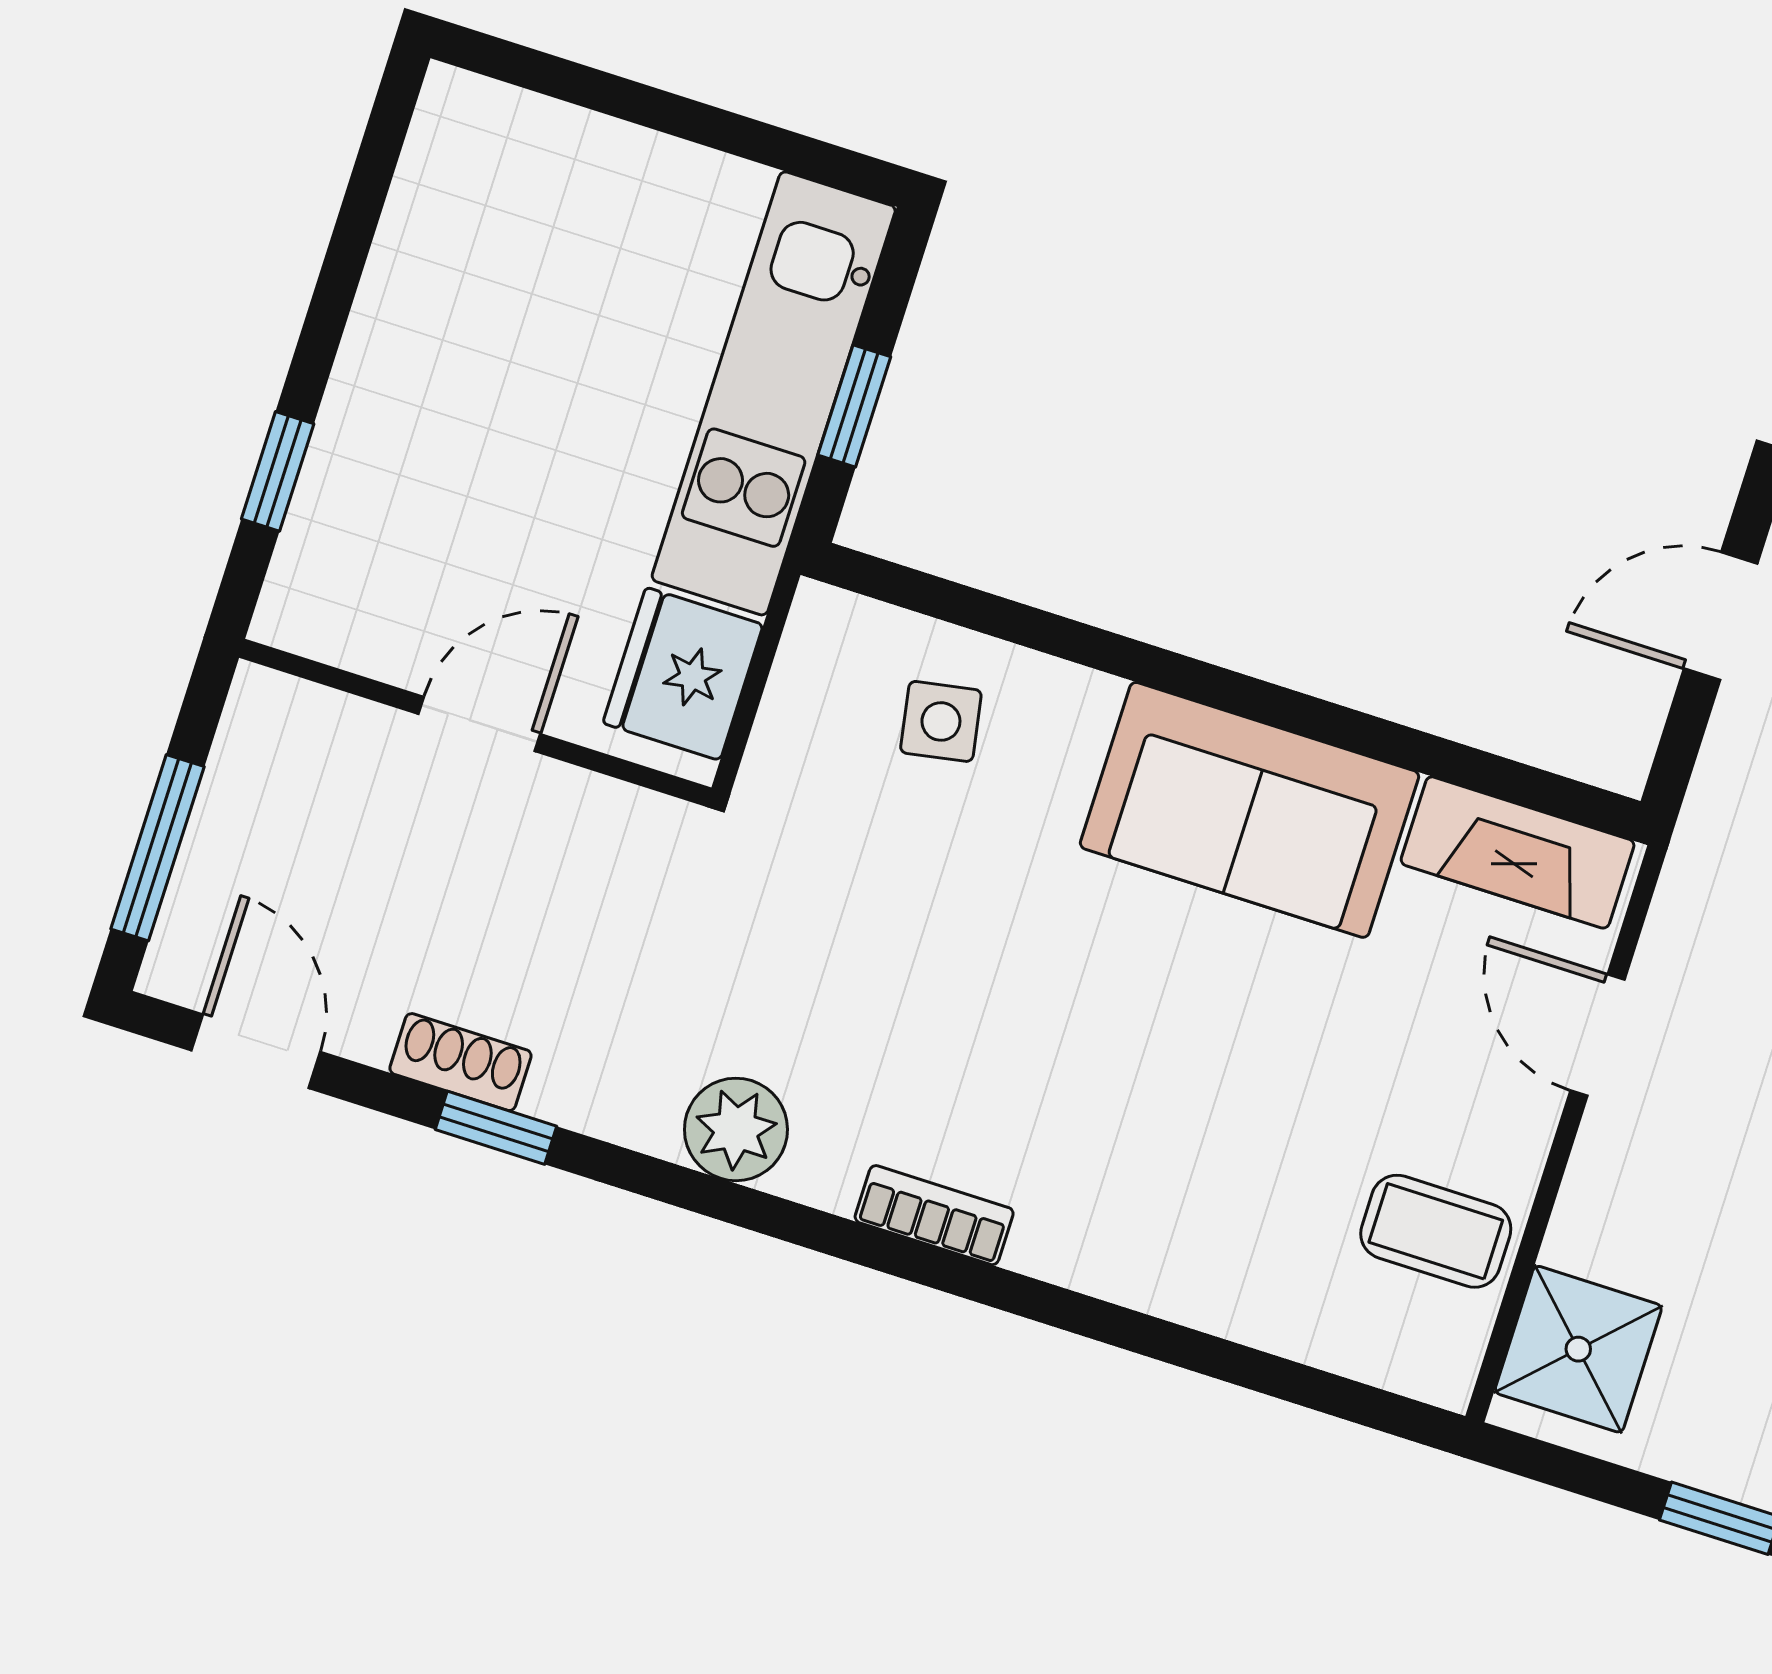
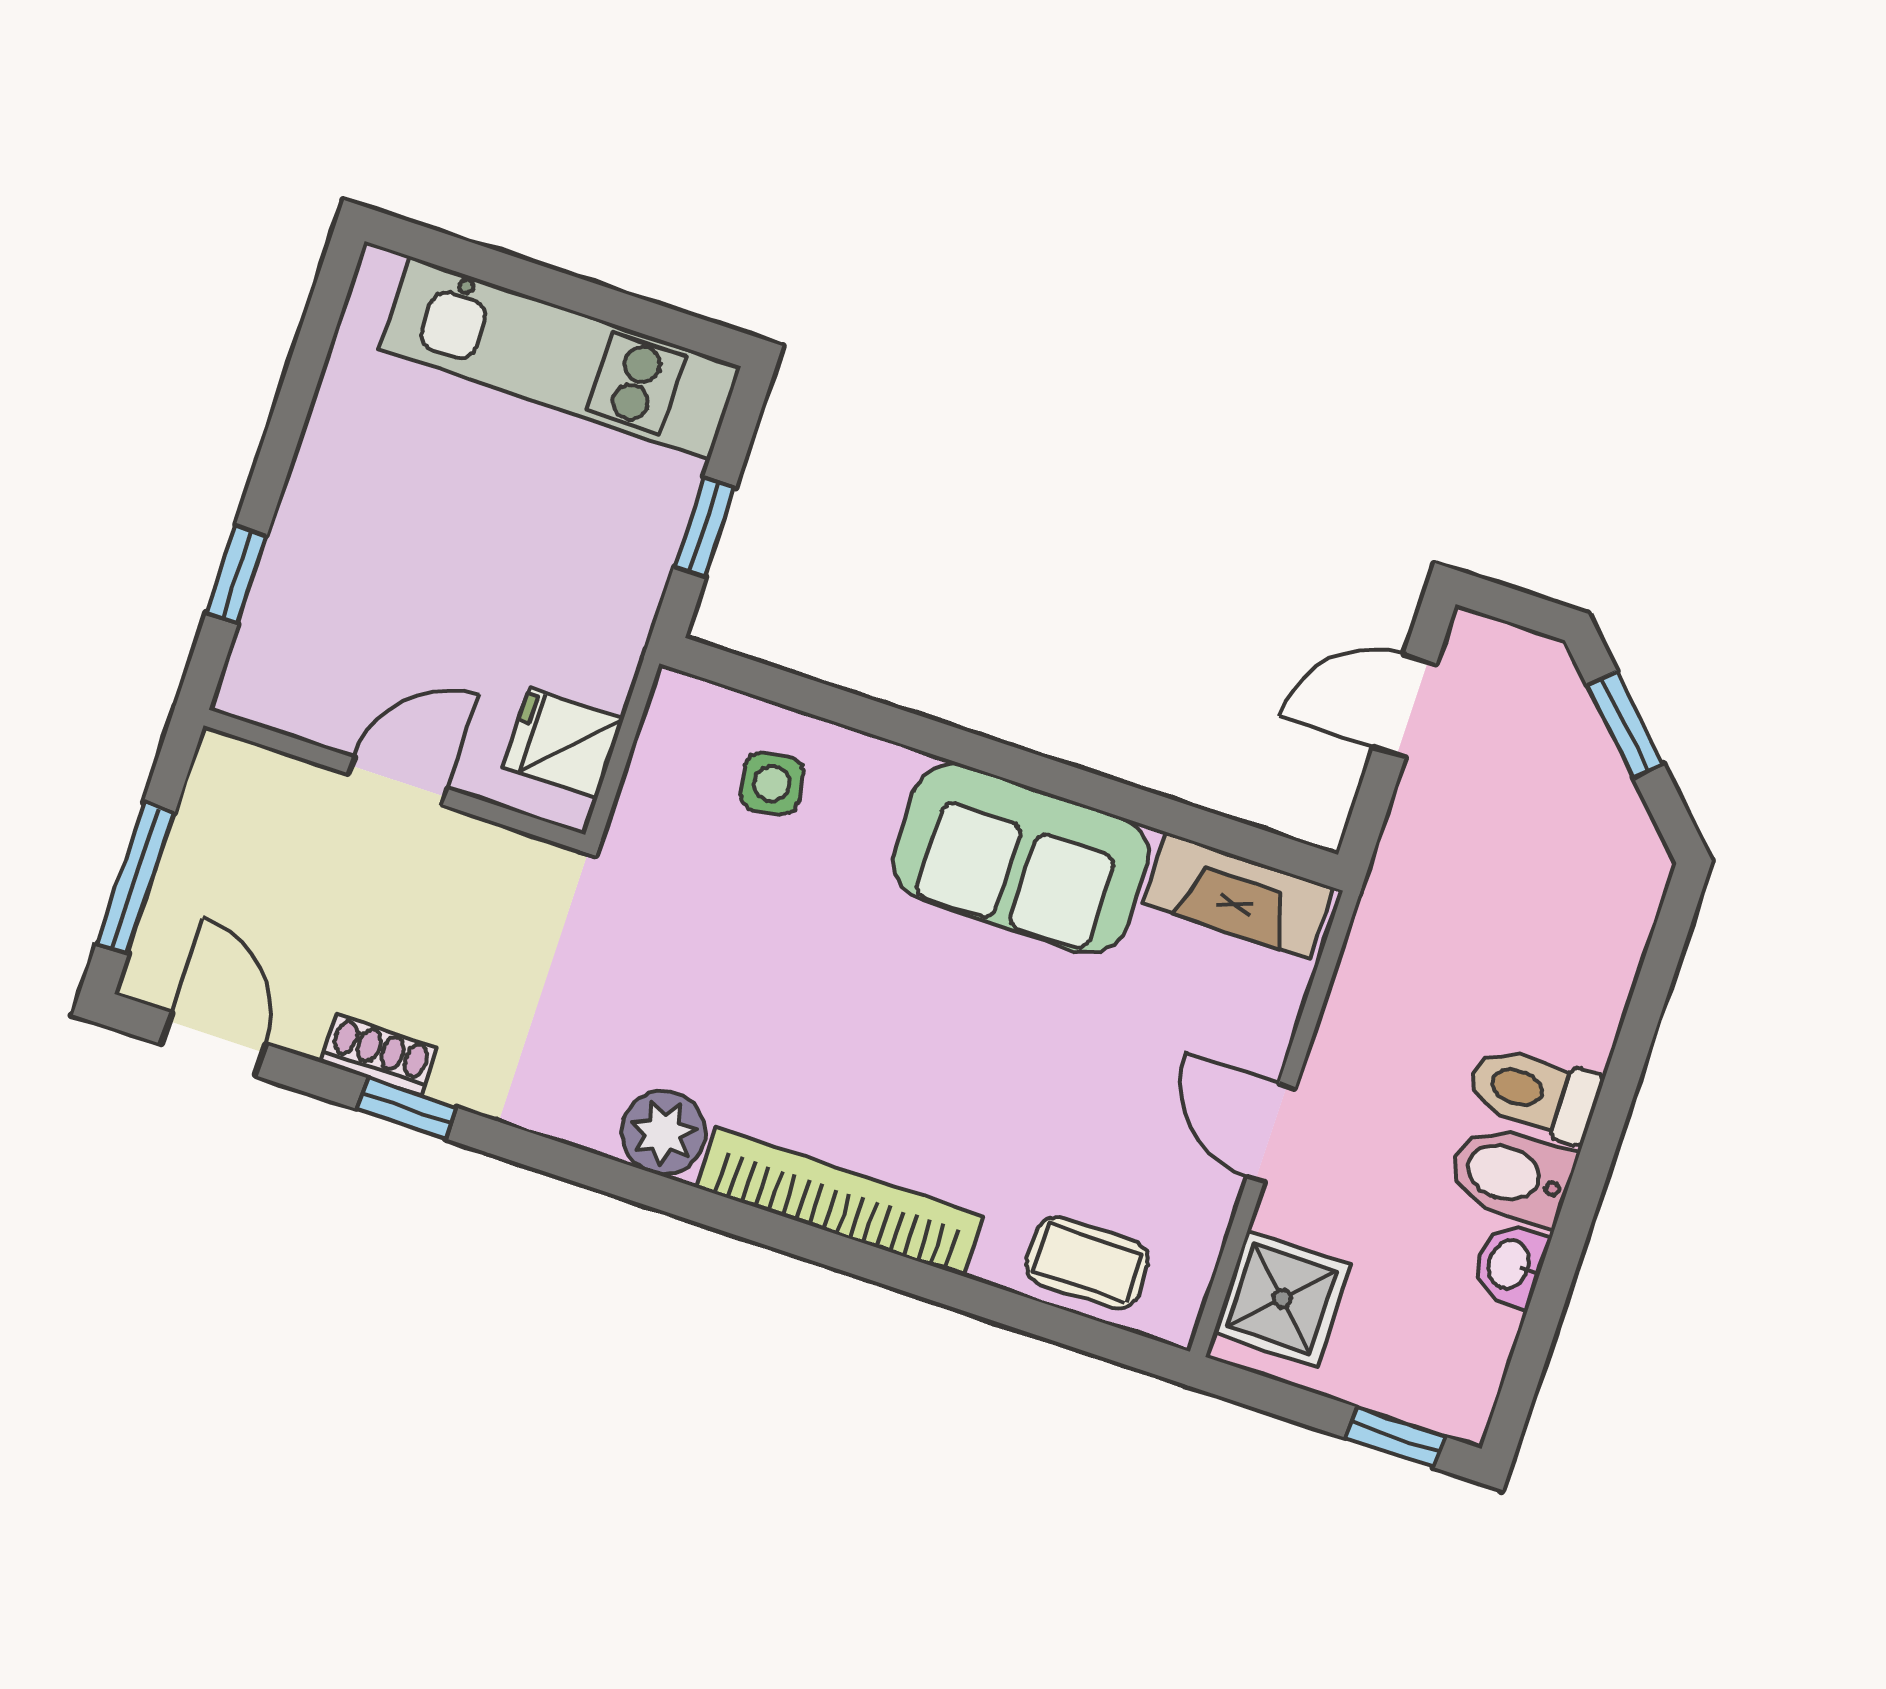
kitchen unit: (774, 393) -> (560, 358), moved, turned -90
fridge: (683, 674) -> (563, 743), width x0.72
door: (1597, 1035) -> (1271, 1133), moved
plant: (736, 1129) -> (663, 1133), moved
bookcase: (934, 1215) -> (839, 1202), width x2.31, depth x1.31
coffee table: (1436, 1231) -> (1087, 1263), moved

